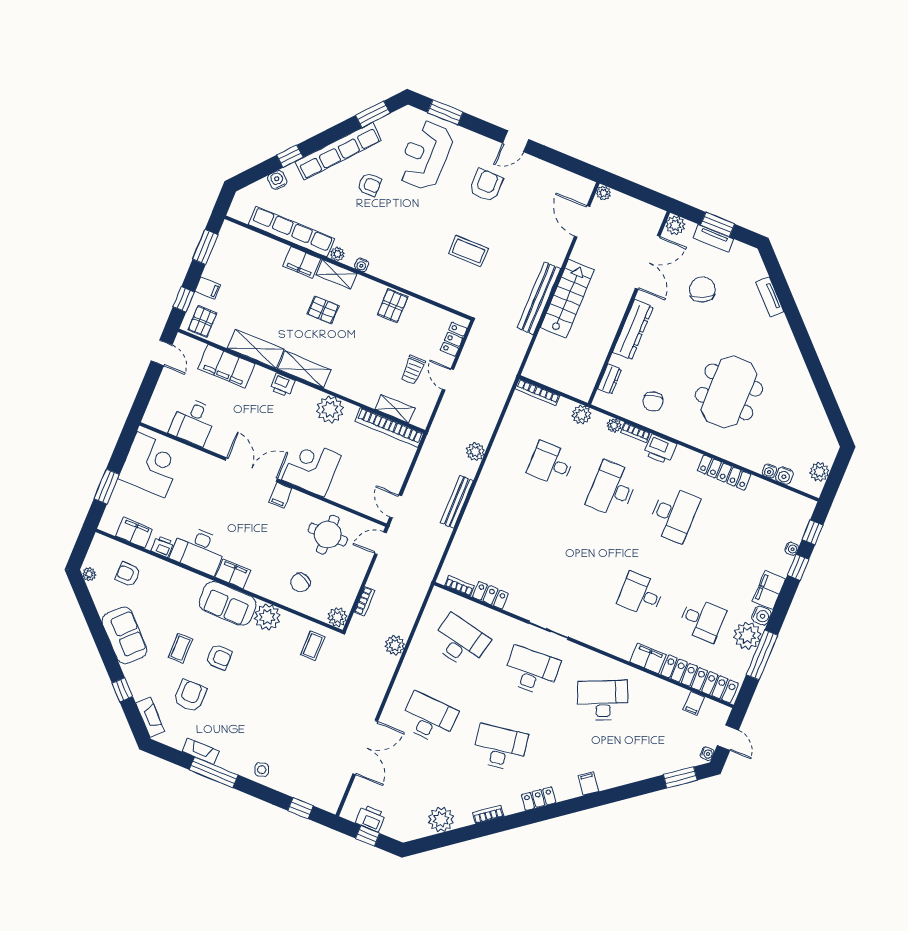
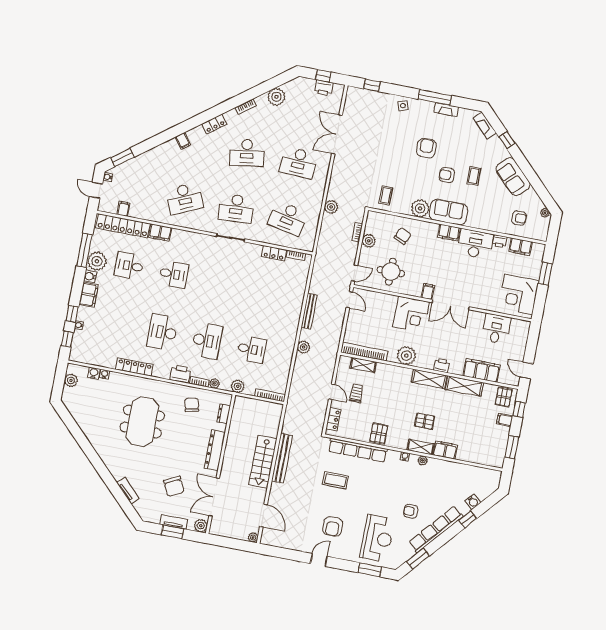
row of seats: (292, 232) -> (358, 450), moved
plant: (337, 617) -> (369, 241), moved
armchair: (190, 696) -> (426, 148), moved, turned 180

